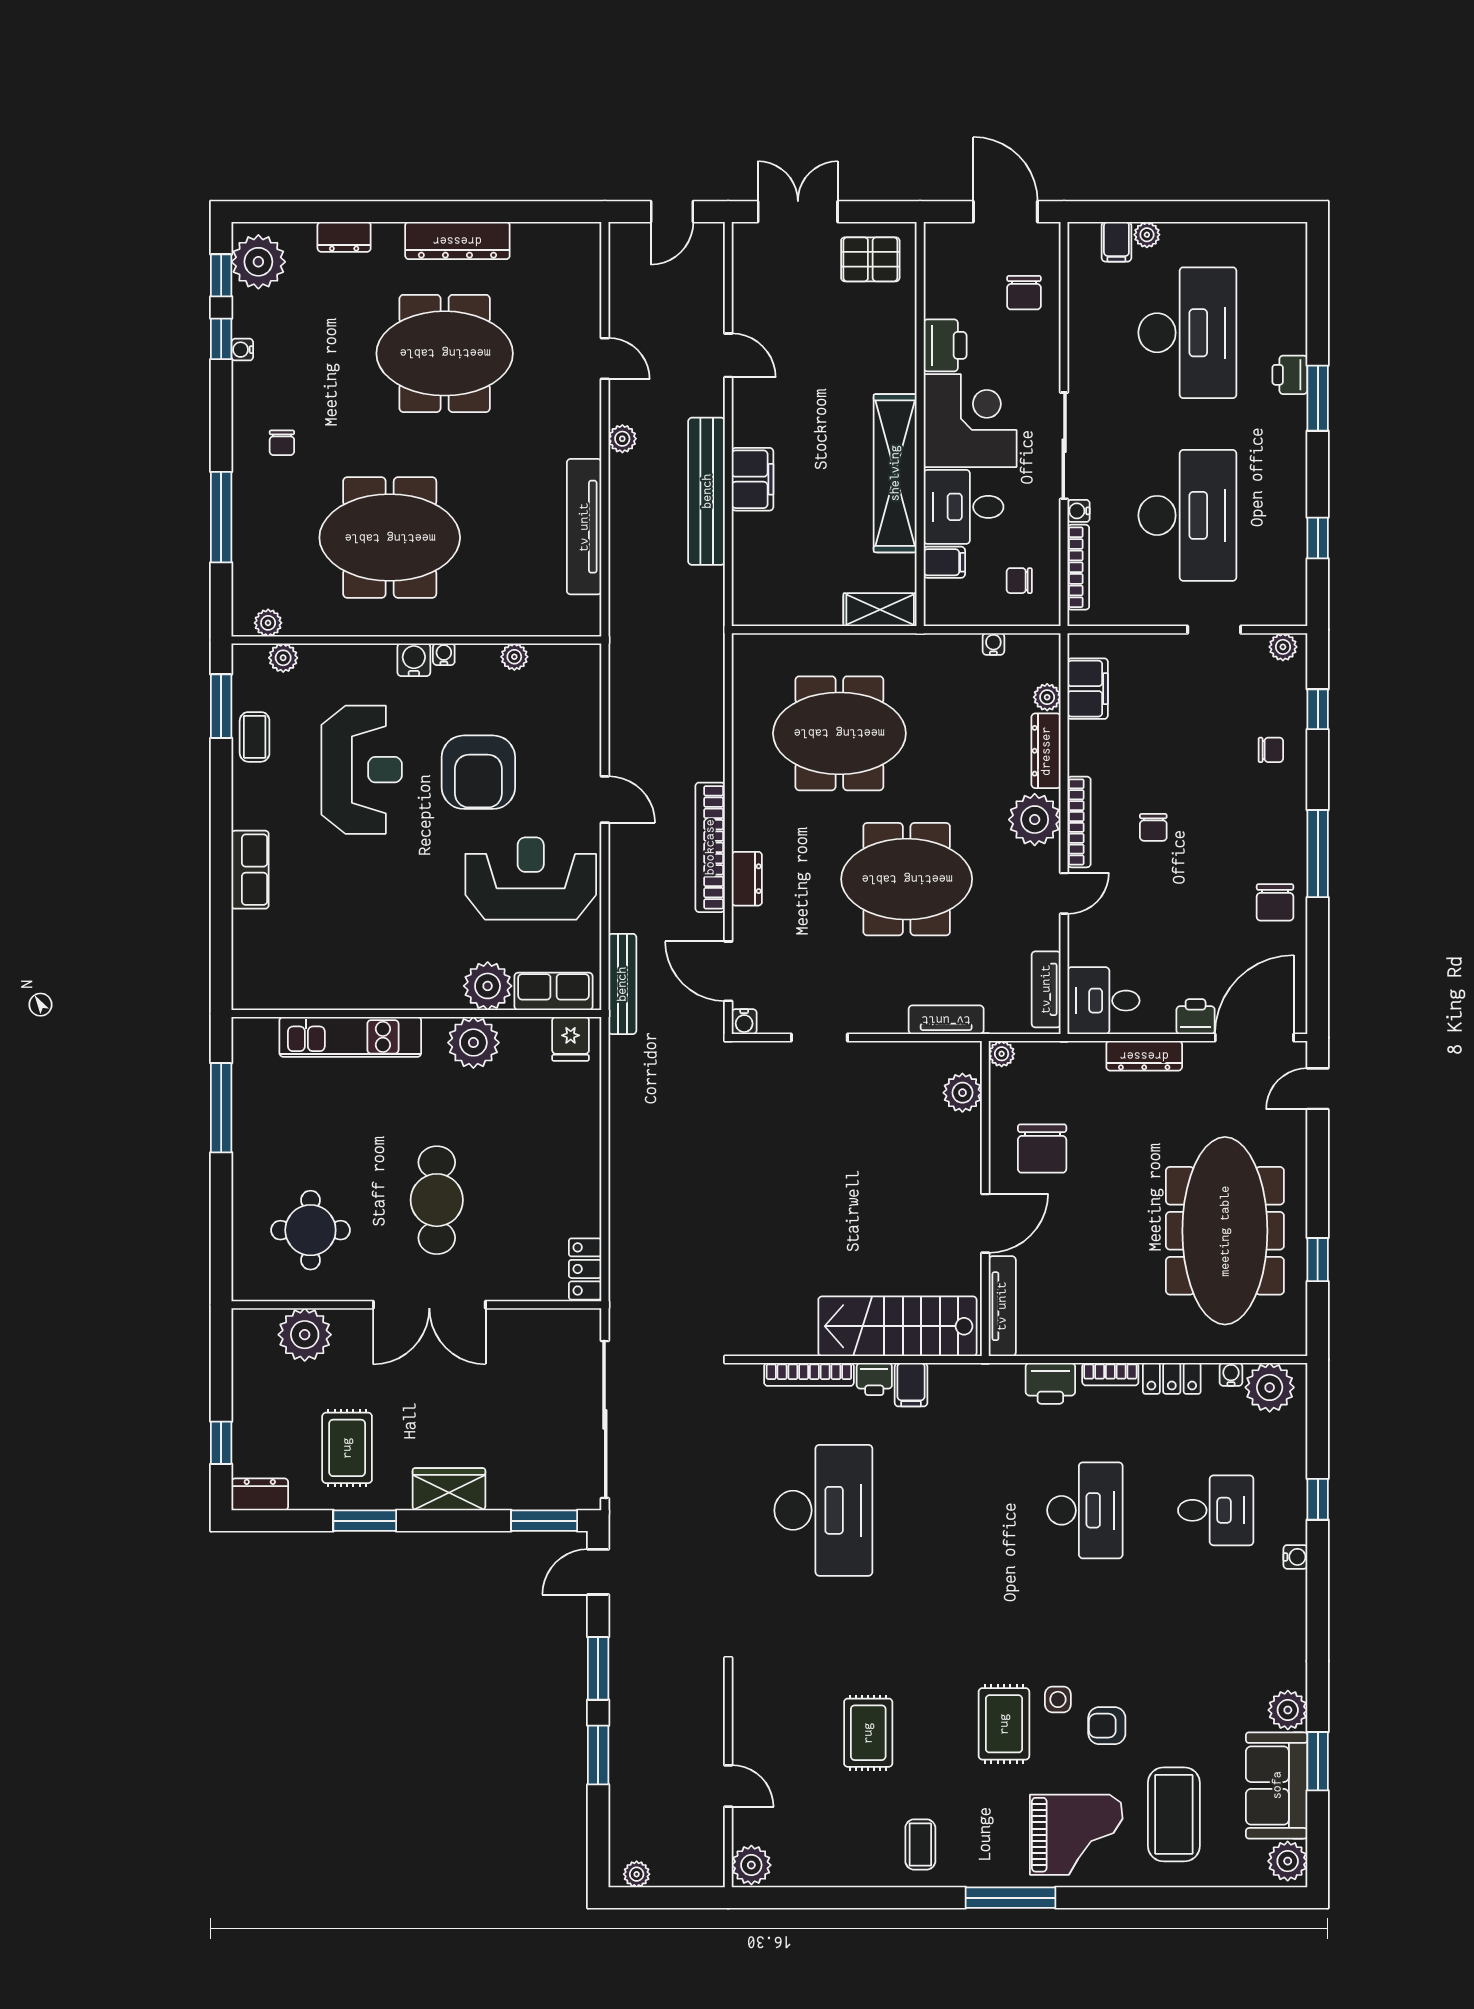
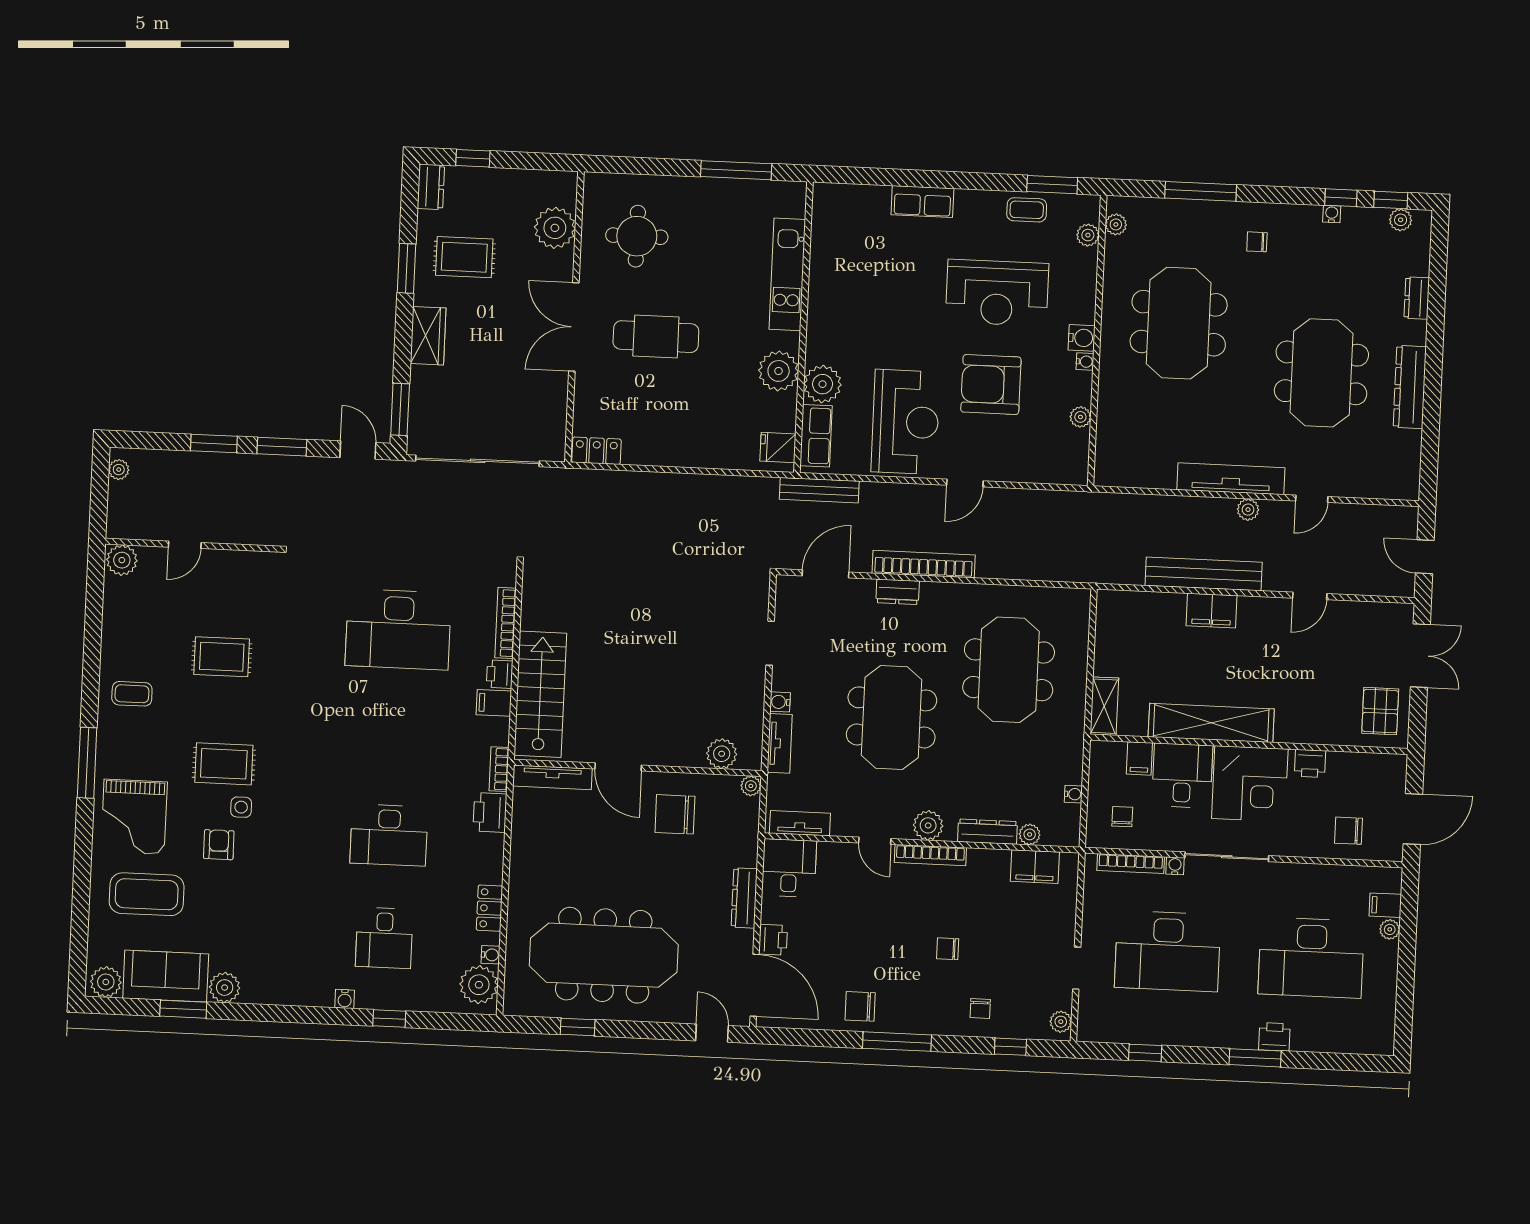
plant: (258, 262) -> (1401, 220), width x0.53, depth x0.53
printer: (945, 345) -> (1310, 763), width x0.73, depth x0.81
tv unit: (584, 527) -> (1231, 479), moved
plant: (1035, 820) -> (928, 825), width x0.73, depth x0.73
chair: (1153, 827) -> (948, 949), moved
water cooler: (744, 1022) -> (780, 702), moved
bookcase: (1110, 1374) -> (499, 769), moved

